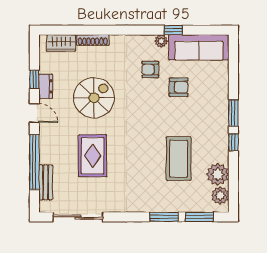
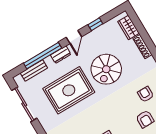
dresser: (46, 86) -> (61, 55), moved
spiral stairs: (94, 98) -> (106, 69), turned 90
rug: (93, 156) -> (69, 90), width x1.37, depth x1.44

